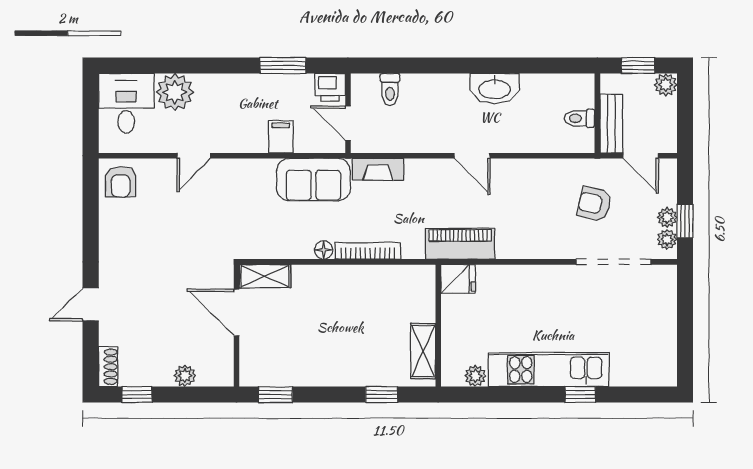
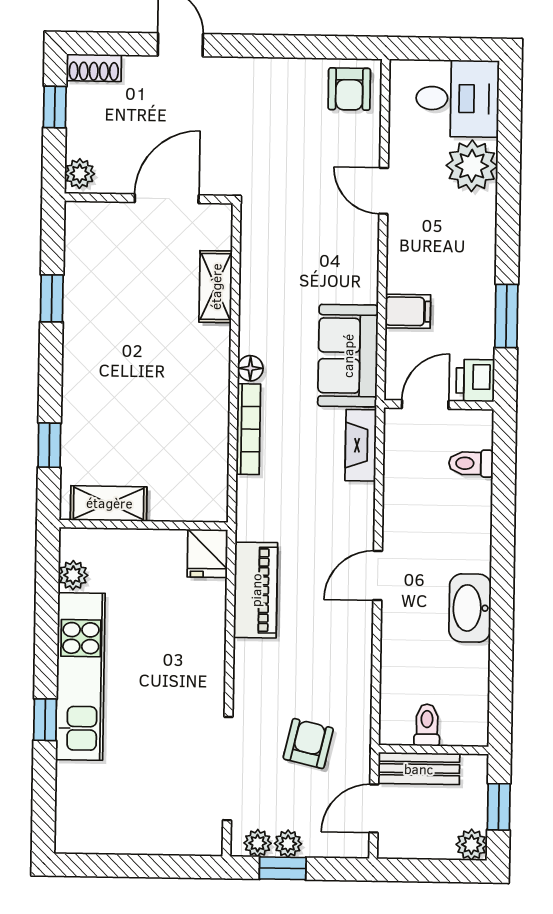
armchair: (121, 182) -> (349, 89), turned -90
piano: (460, 244) -> (256, 590), moved
door: (236, 312) -> (167, 199), moved
wall: (236, 326) -> (149, 198), moved

